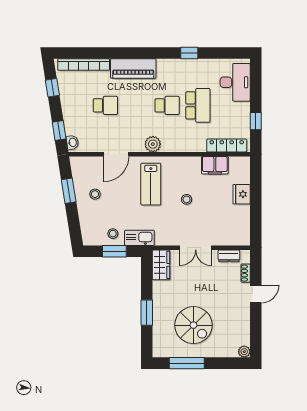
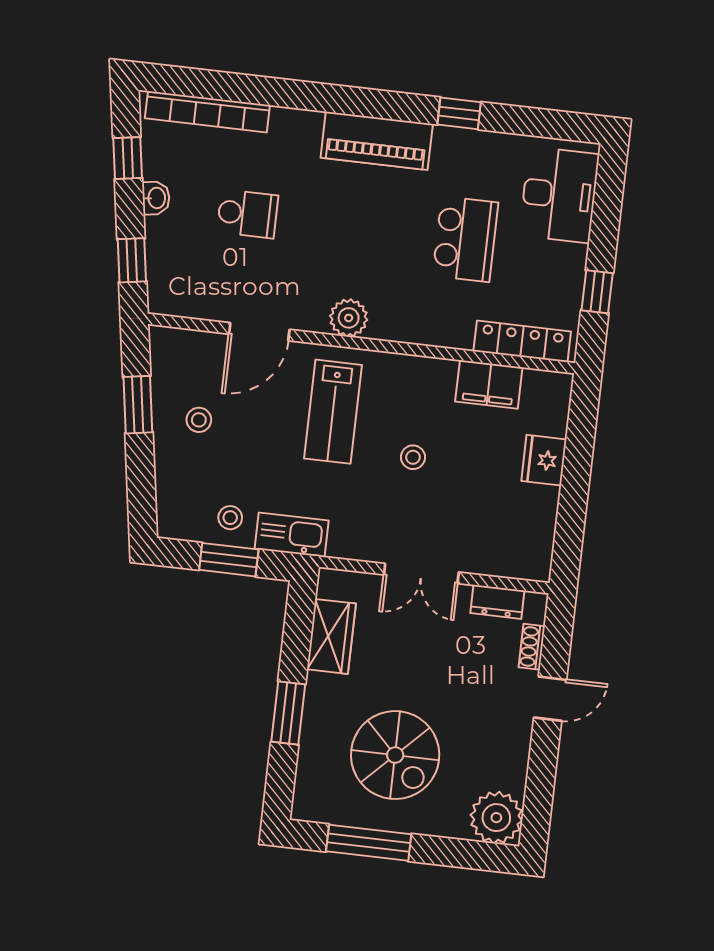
piano: (133, 69) -> (377, 141), moved
school desk: (167, 105) -> (393, 231), removed
washbasin: (72, 142) -> (156, 198), moved
wardrobe: (161, 265) -> (331, 636), moved
plant: (244, 352) -> (496, 818), width x1.87, depth x1.87

